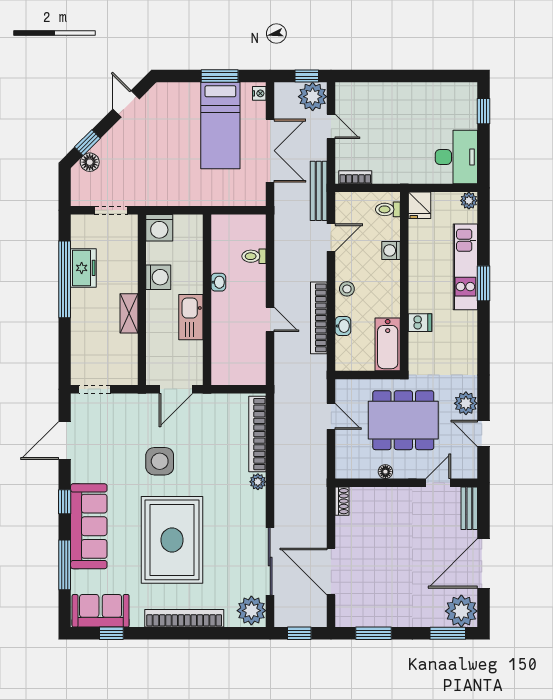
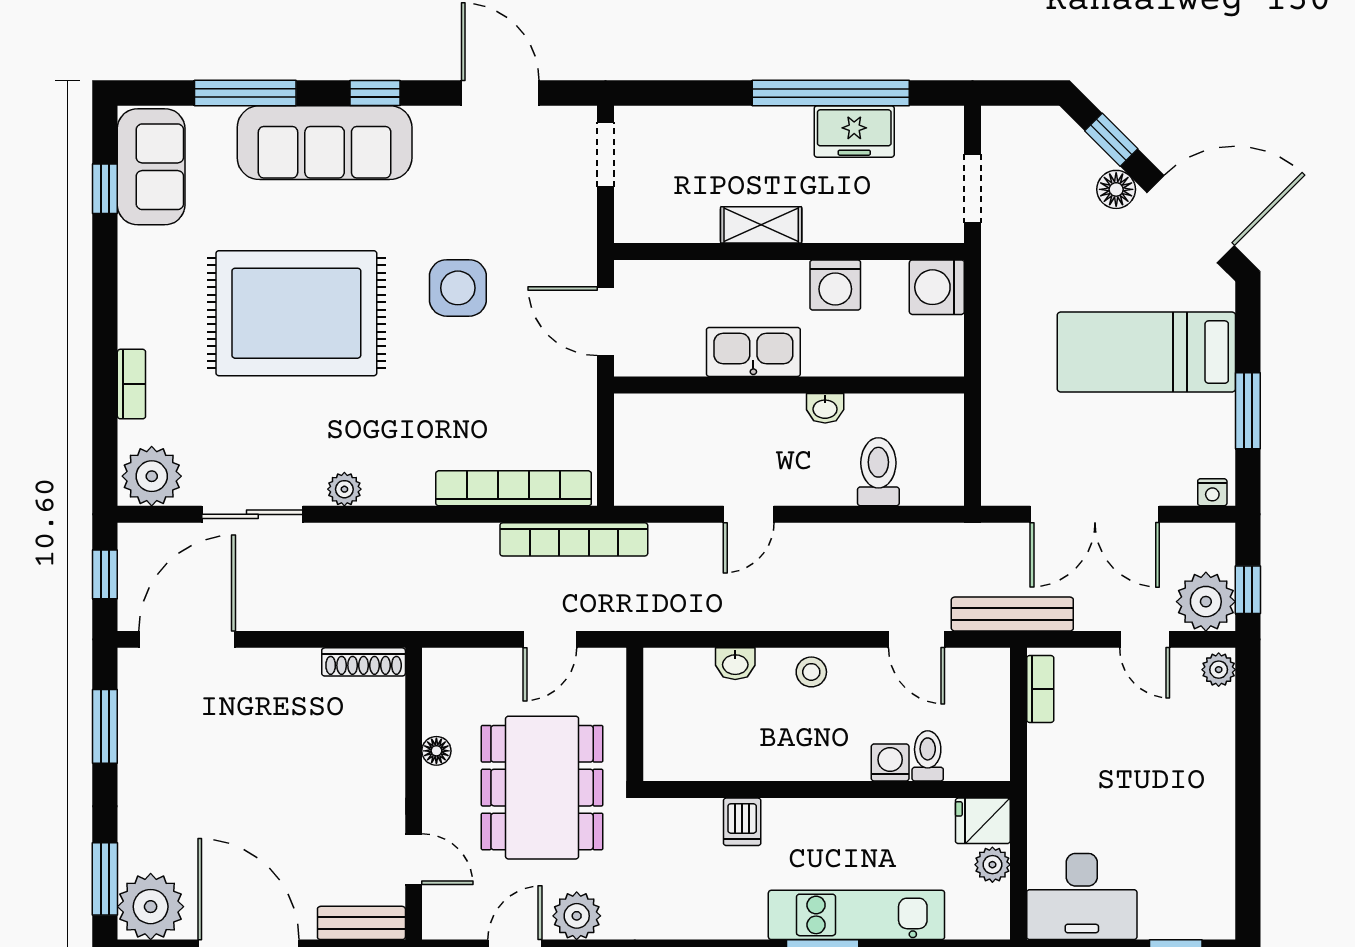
plant: (346, 90) -> (1219, 670), added
door: (126, 104) -> (1191, 219), width x1.87
bed: (220, 126) -> (1146, 352), moved
door: (331, 126) -> (1145, 639), hinge flipped
floor lamp: (90, 162) -> (1116, 189), moved
plant: (469, 201) -> (992, 865), moved
toilet: (388, 209) -> (928, 756), moved
toilet: (254, 256) -> (878, 472), width x1.37, depth x1.39
bookcase: (319, 318) -> (574, 539), moved, turned 180
bathtub: (388, 344) -> (697, 756), removed
plant: (258, 482) -> (344, 489), moved
shoe rack: (342, 501) -> (364, 662), width x1.43
sliding door: (270, 561) -> (252, 514), width x0.73
door: (331, 572) -> (187, 639), moved
bookcase: (184, 618) -> (131, 384), width x0.43, depth x0.76

